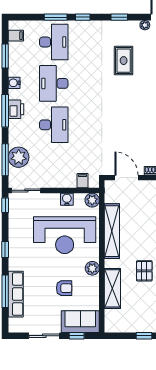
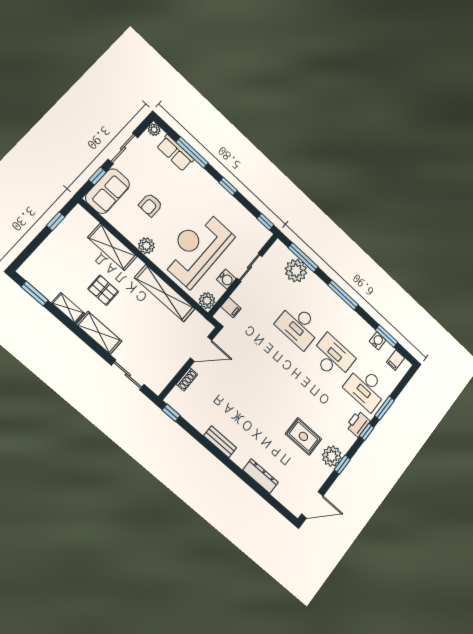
plant: (145, 25) -> (332, 456), moved, width x1.88, depth x1.88
water cooler: (14, 83) -> (378, 341), moved
printer: (16, 109) -> (358, 424), moved, turned 90
sliding door: (26, 190) -> (250, 267), moved
row of seats: (16, 294) -> (175, 153), width x0.68
plant: (14, 327) -> (154, 130), added
window: (144, 336) -> (56, 221), moved

